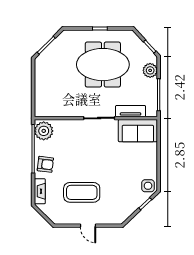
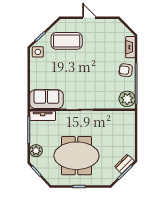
dresser: (47, 55) -> (124, 164), added
tv unit: (131, 111) -> (43, 116), moved
coffee table: (82, 192) -> (67, 41), moved

